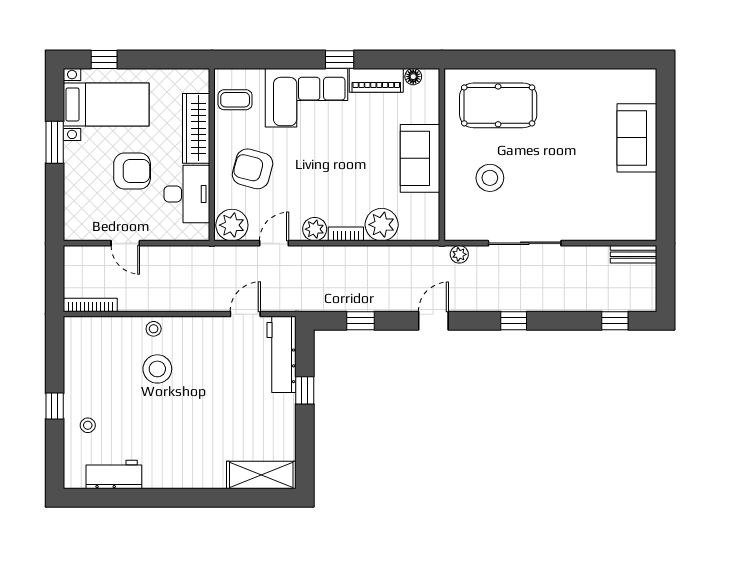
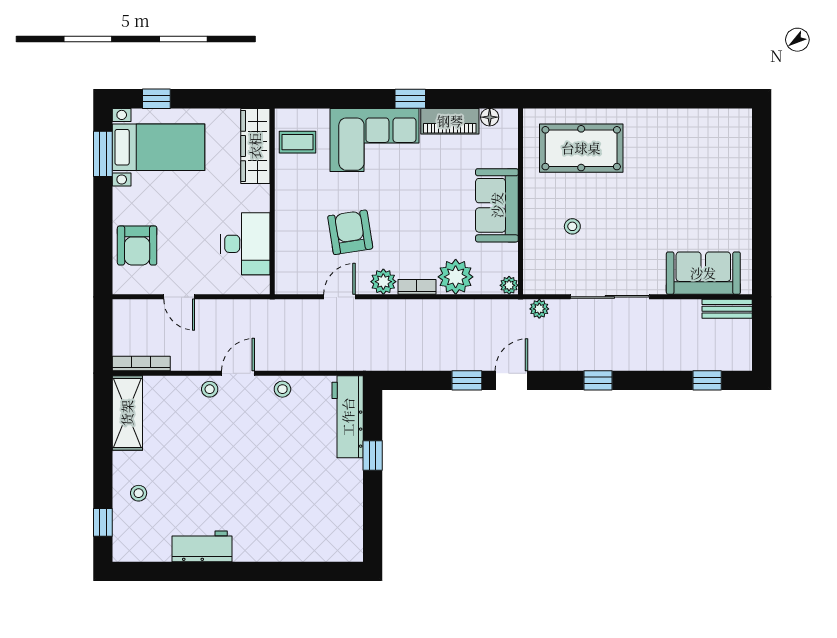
wardrobe: (196, 128) -> (255, 146), moved
sofa: (637, 138) -> (703, 273), moved, turned 90
window: (55, 142) -> (103, 154), moved
armchair: (253, 169) -> (350, 232), moved, turned 66
armchair: (132, 171) -> (137, 245), moved, turned 90
stool: (490, 178) -> (572, 226), width x0.53, depth x0.53
plant: (232, 225) -> (509, 285), moved, width x0.53, depth x0.53
door: (245, 314) -> (238, 373), moved
window: (360, 321) -> (467, 380), moved
stool: (157, 369) -> (282, 389), moved, width x0.53, depth x0.53
window: (55, 406) -> (103, 522), moved
workbench: (114, 475) -> (202, 546), moved
shelving: (261, 475) -> (127, 413), moved, turned 90

